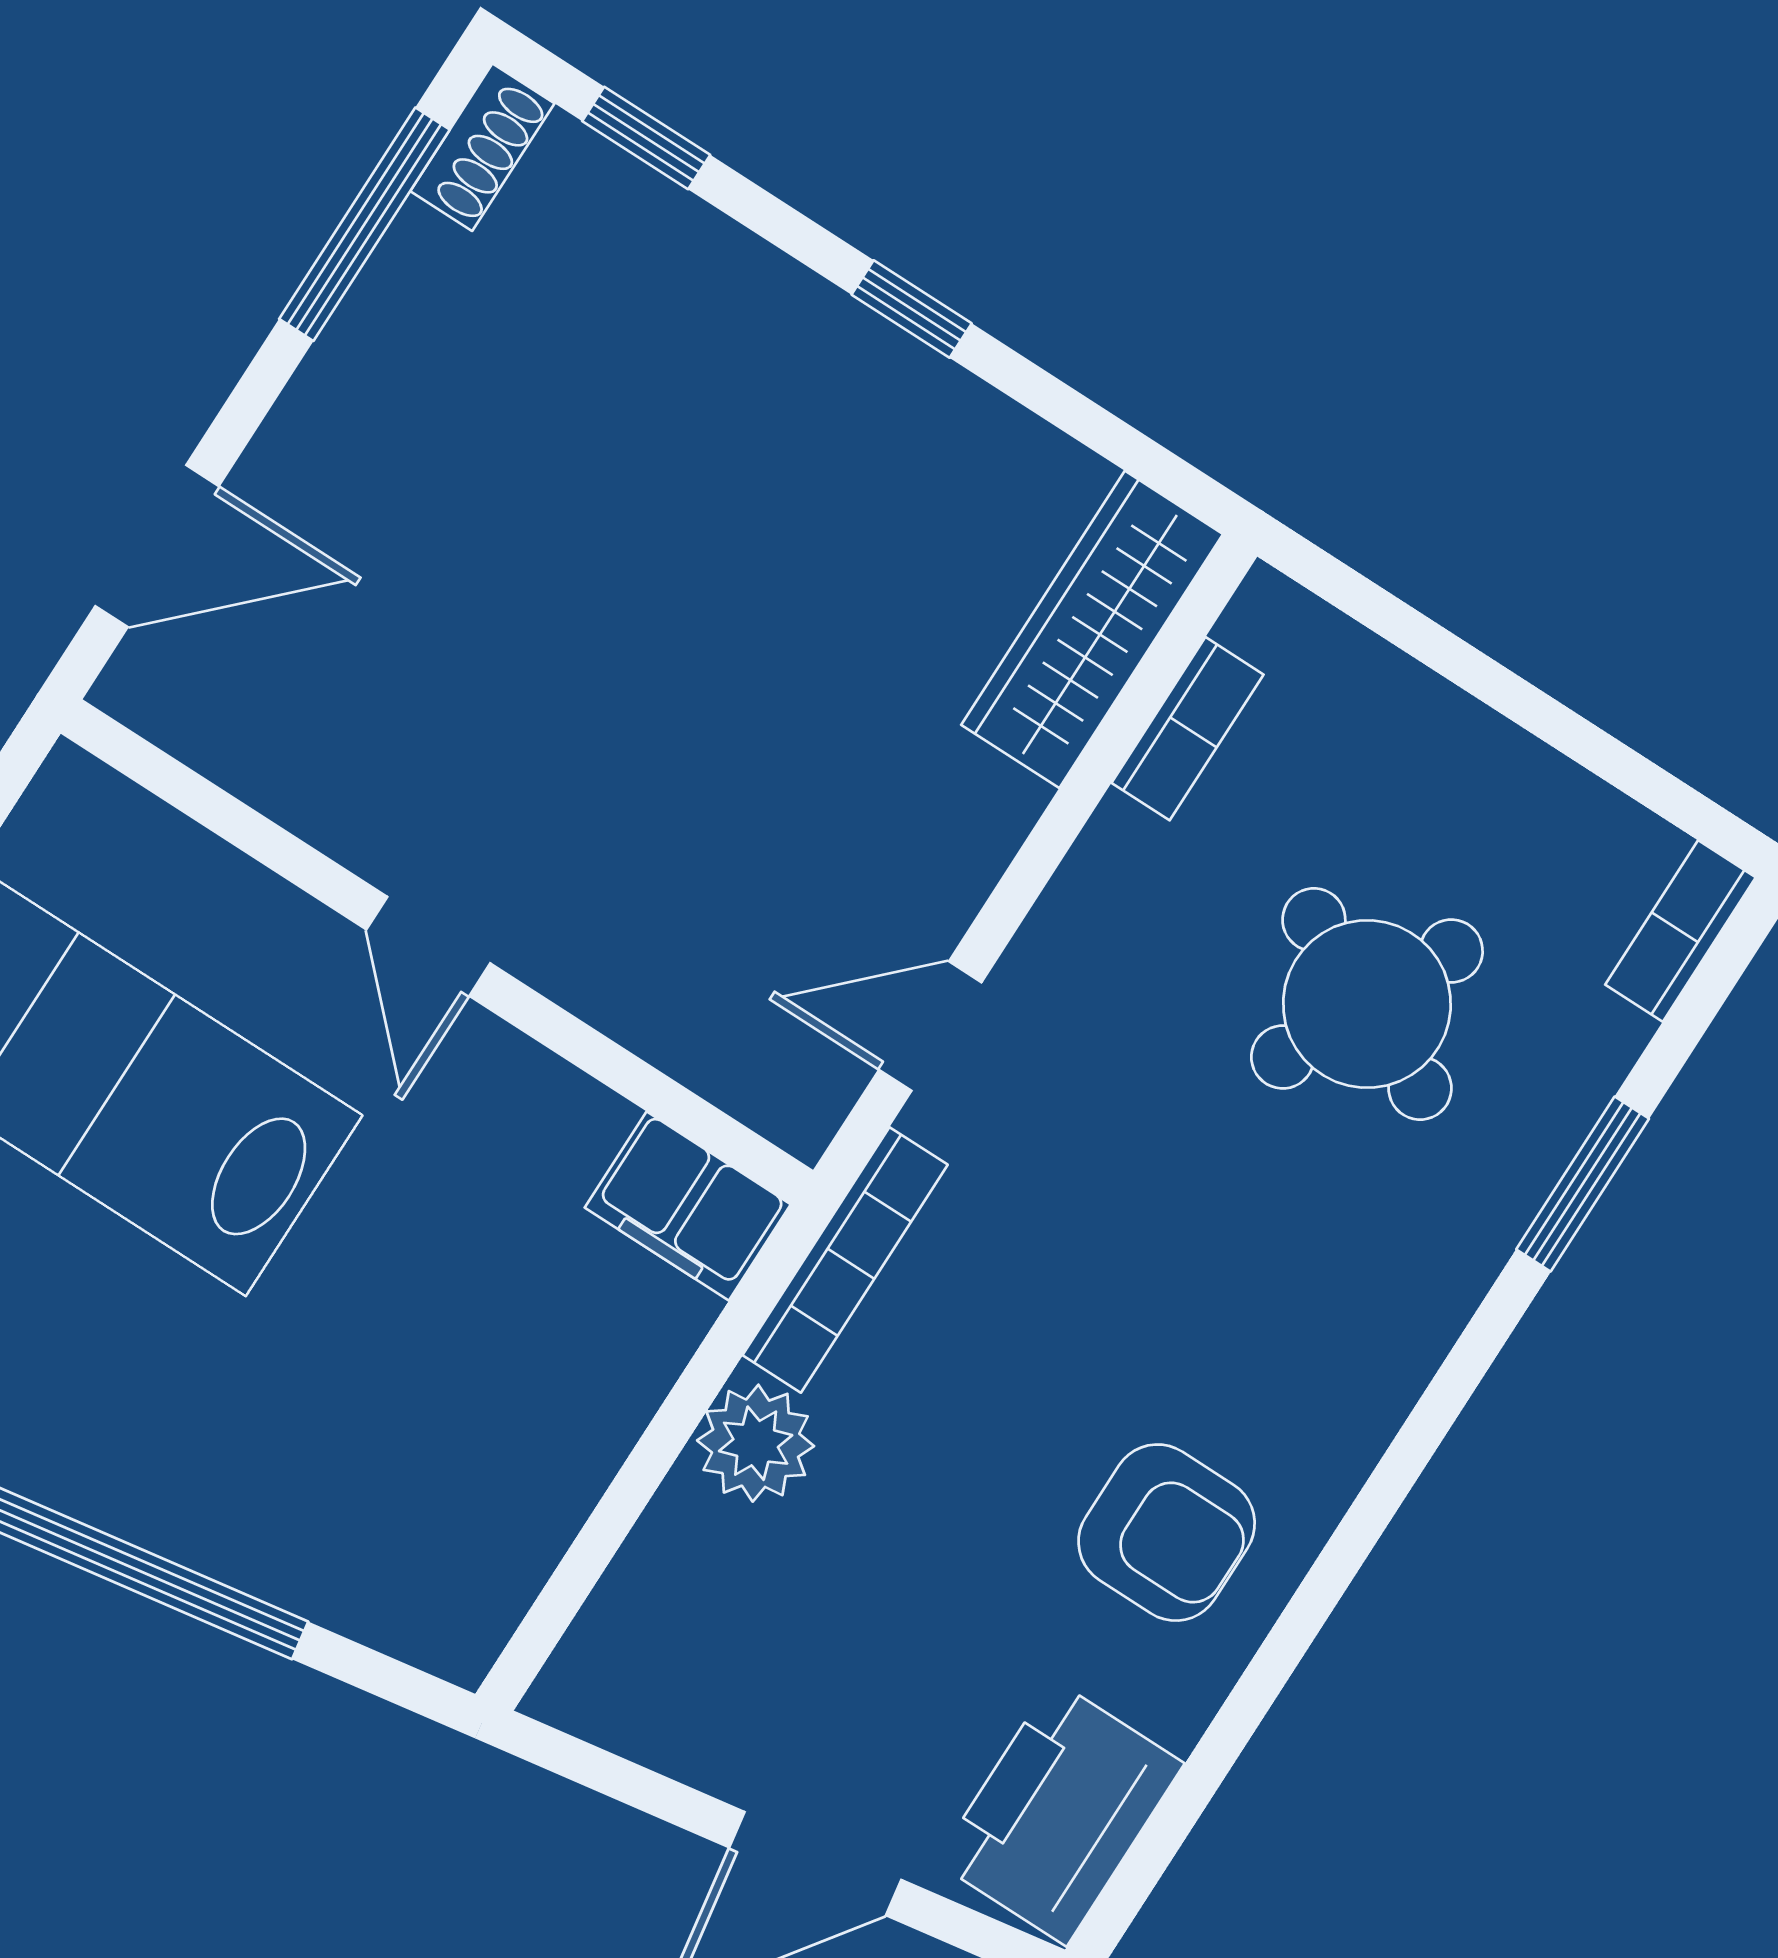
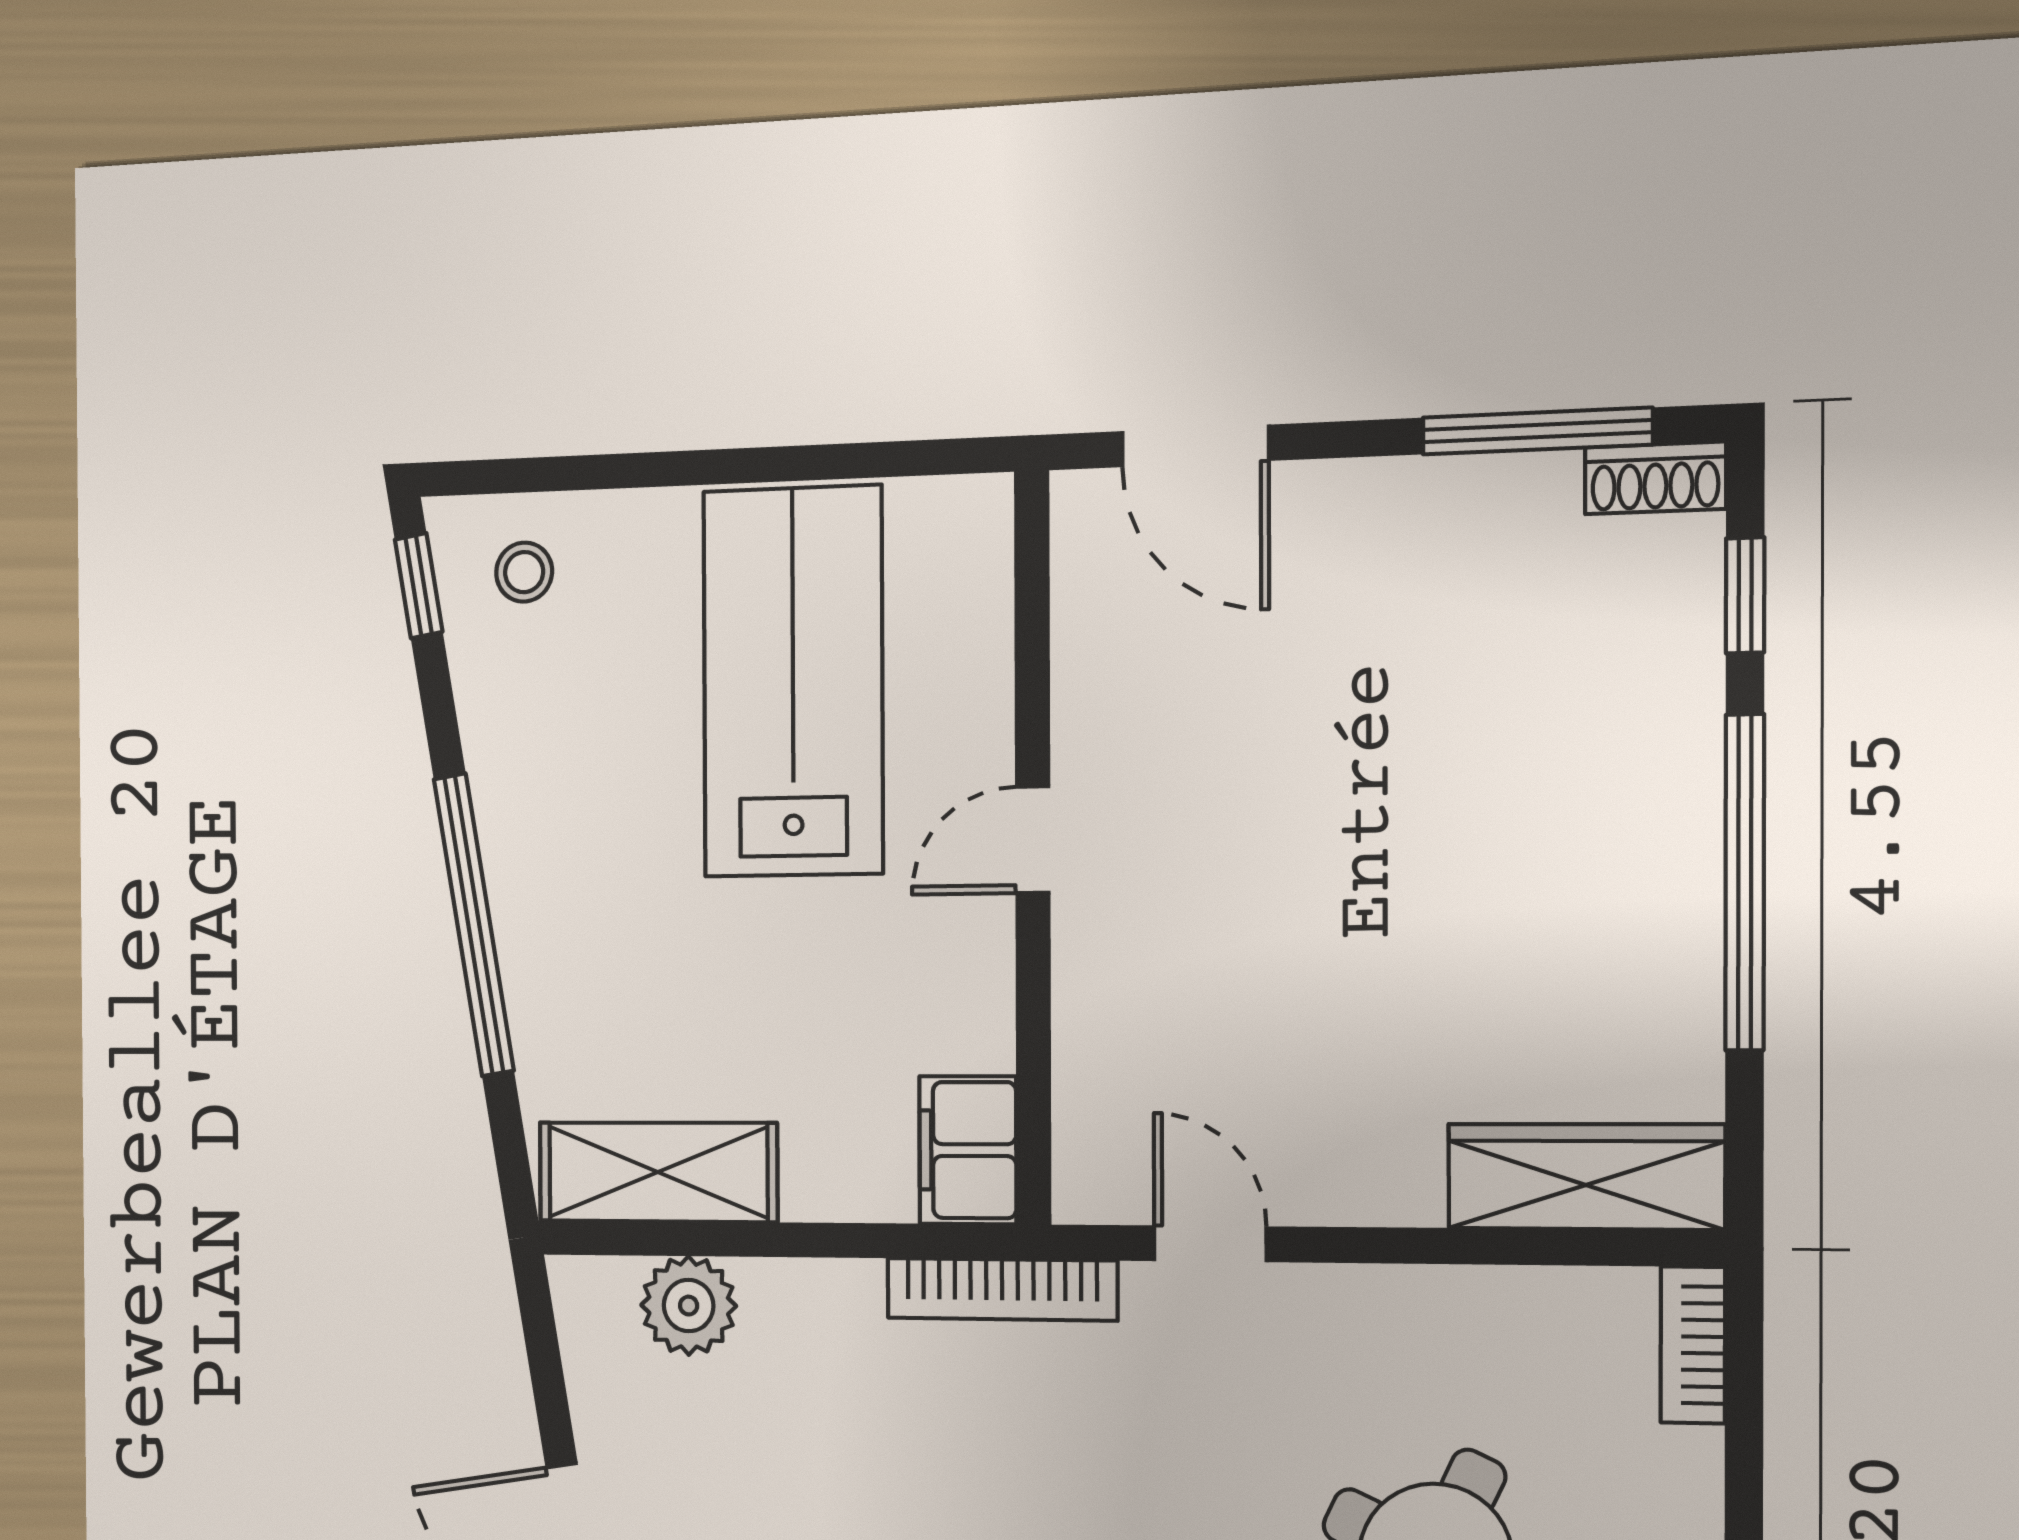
window: (912, 309) -> (1745, 883), width x3.17
bookcase: (1188, 729) -> (1693, 1345), moved, turned 90
plant: (756, 1443) -> (689, 1306), moved
shelving: (507, 1537) -> (658, 1172), added

